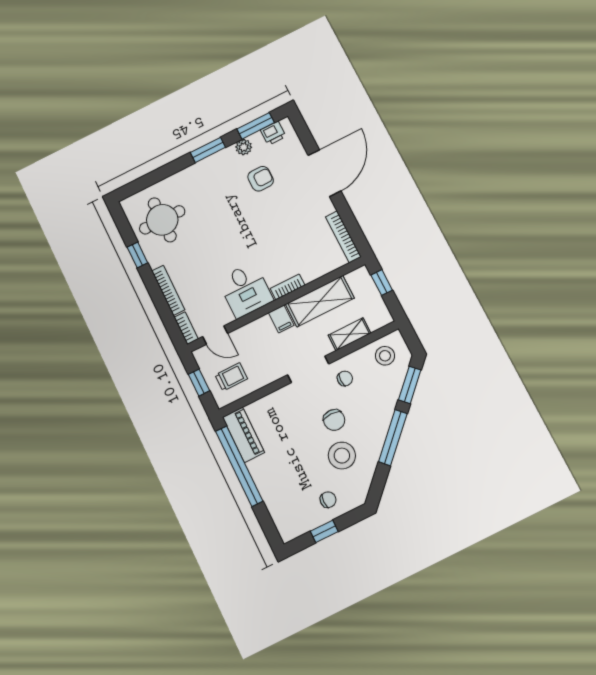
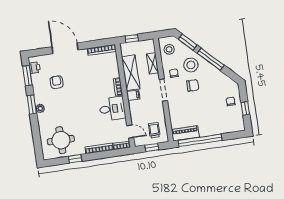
plant: (244, 147) -> (40, 108), moved
door: (215, 335) -> (130, 132), hinge flipped
stool: (342, 456) -> (191, 65), moved

